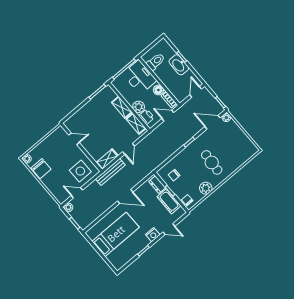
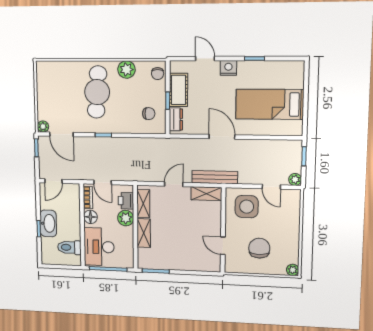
cafe table: (212, 162) -> (97, 92), width x1.37, depth x1.35
chair: (41, 169) -> (259, 248), moved

